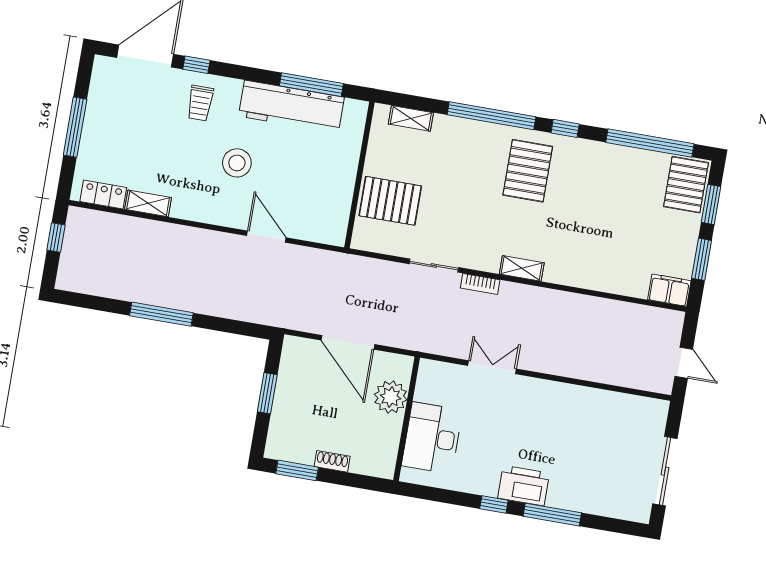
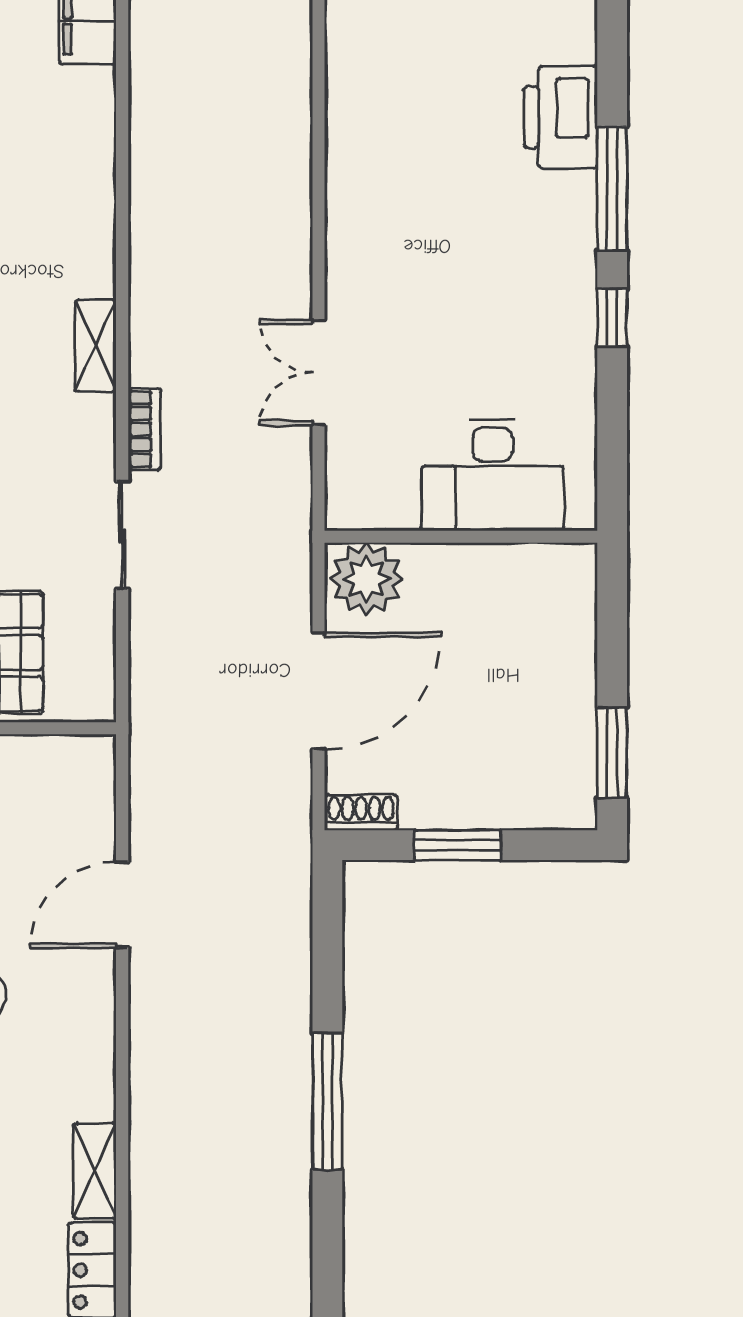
plant: (391, 397) -> (367, 579), moved
shoe rack: (332, 461) -> (361, 813), moved, turned 90
printer: (524, 486) -> (561, 117), moved

